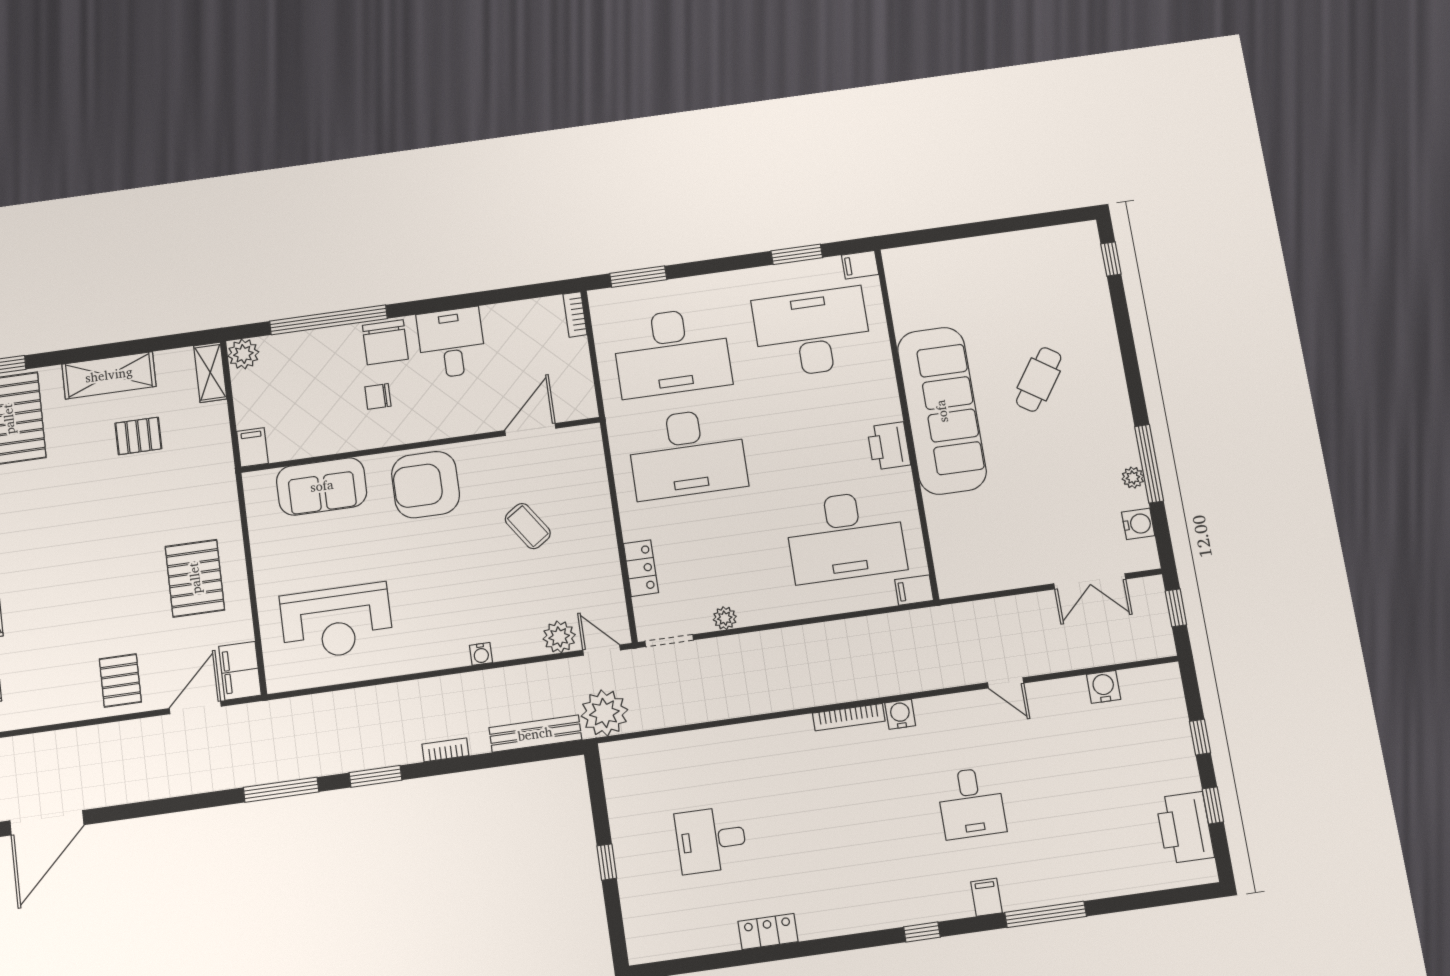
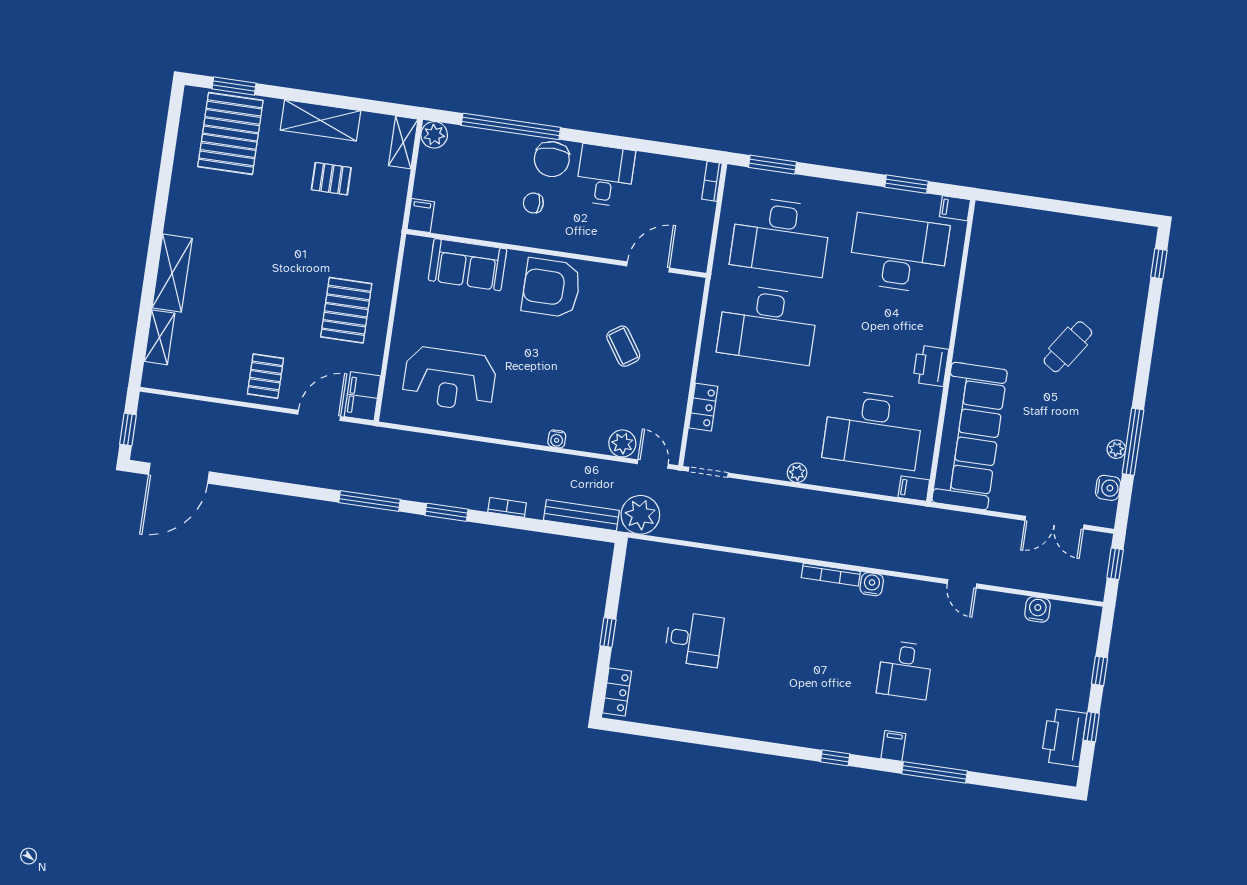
sofa: (942, 411) -> (970, 436), moved
plant: (725, 618) -> (797, 473), moved
desk: (711, 840) -> (694, 639), turned 180
locker: (768, 932) -> (617, 692), moved, turned 90

